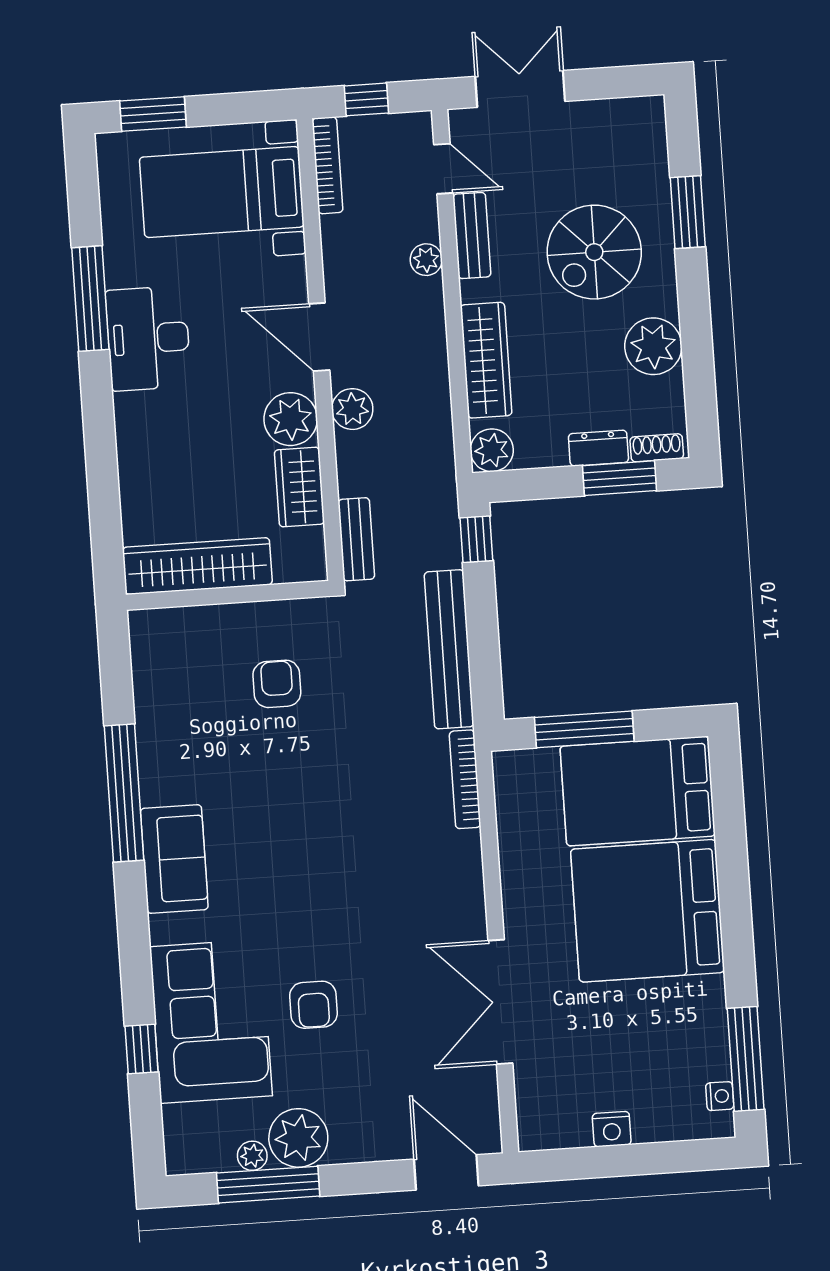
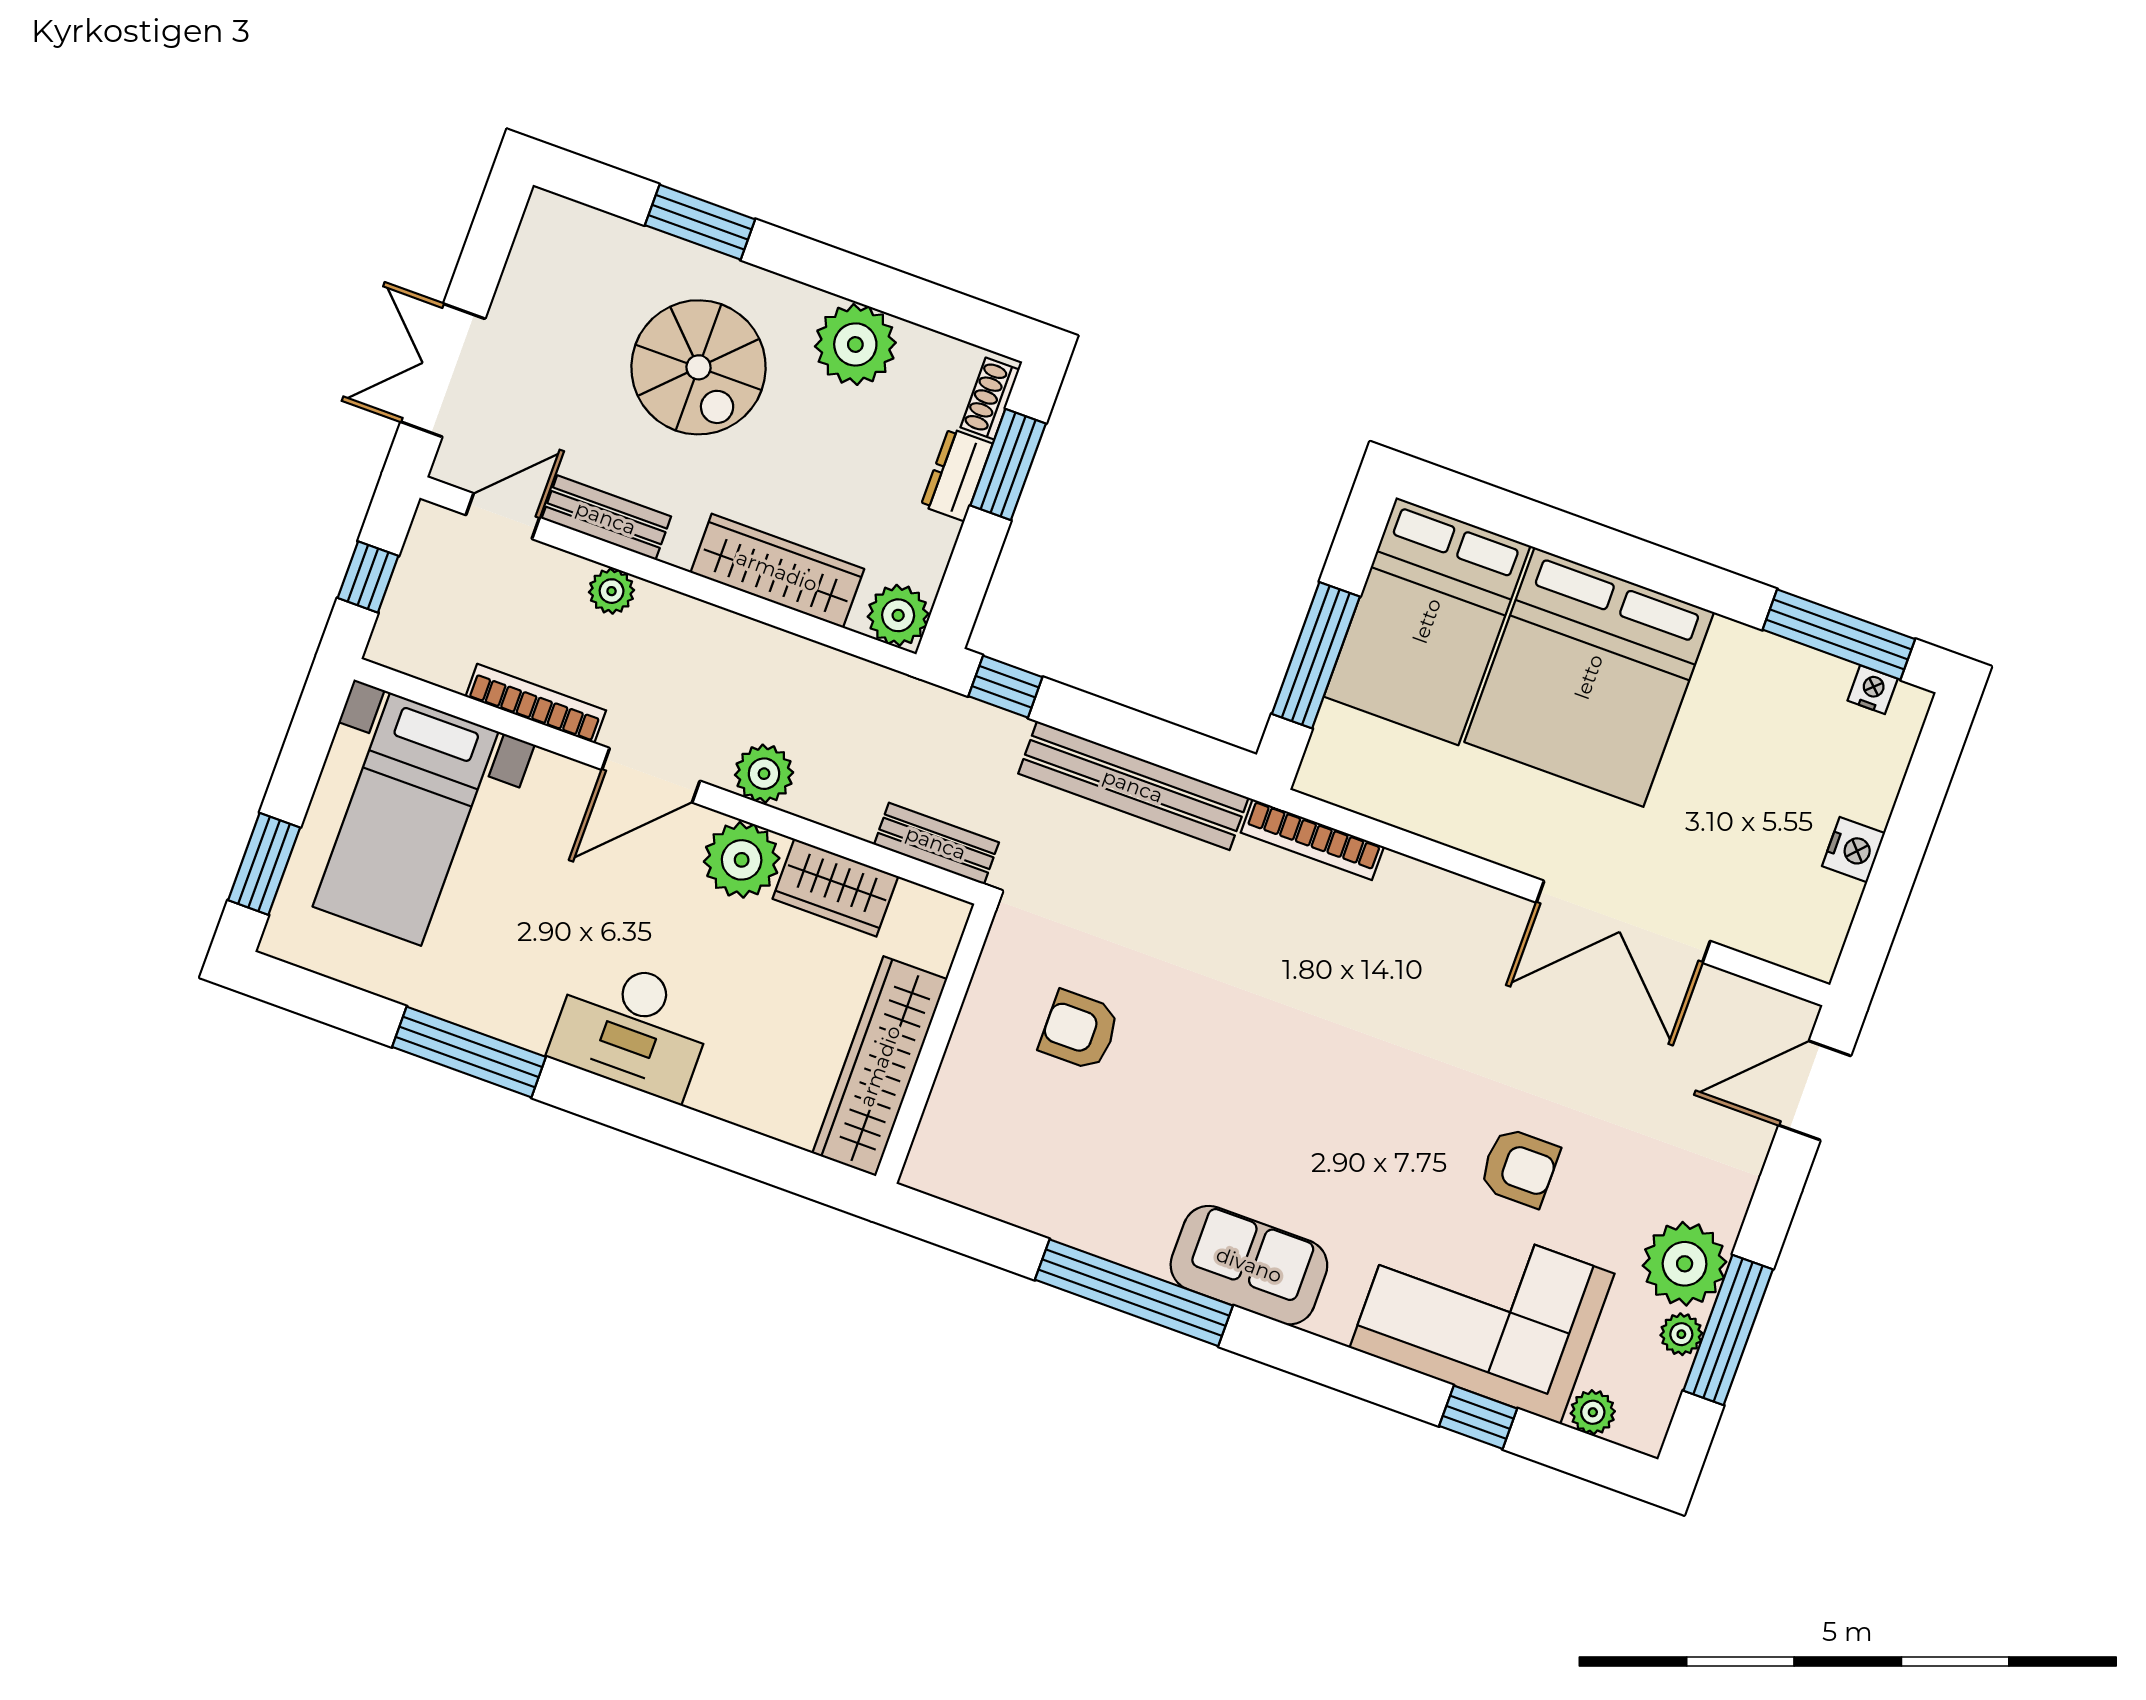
bookcase: (327, 165) -> (536, 704), moved
desk: (148, 338) -> (632, 1028), moved
plant: (177, 1121) -> (1593, 1412), added

